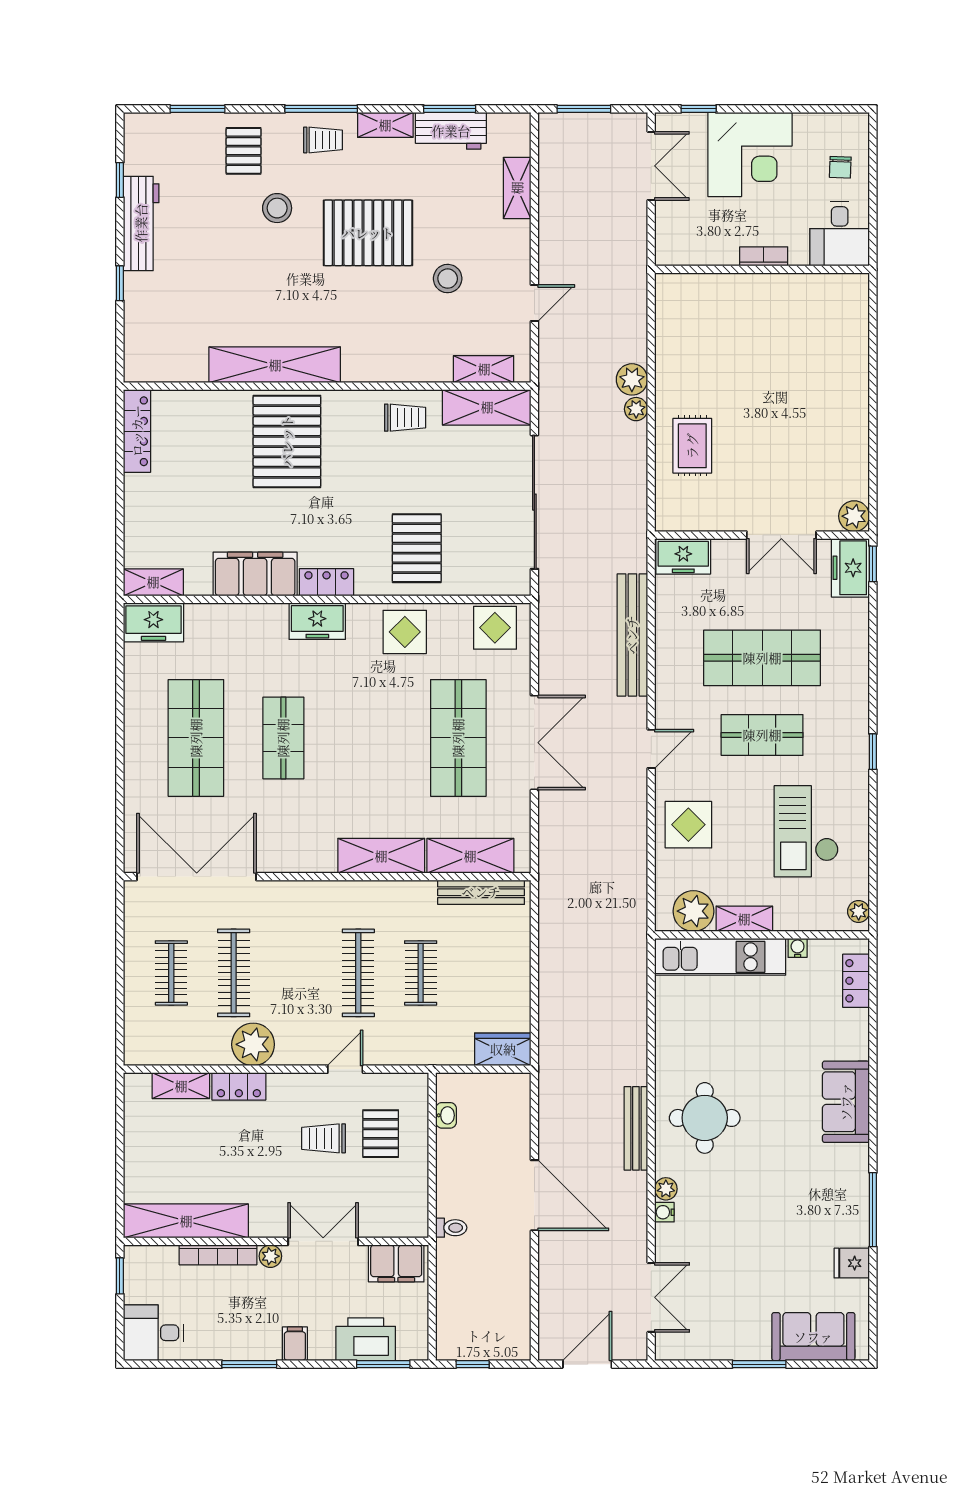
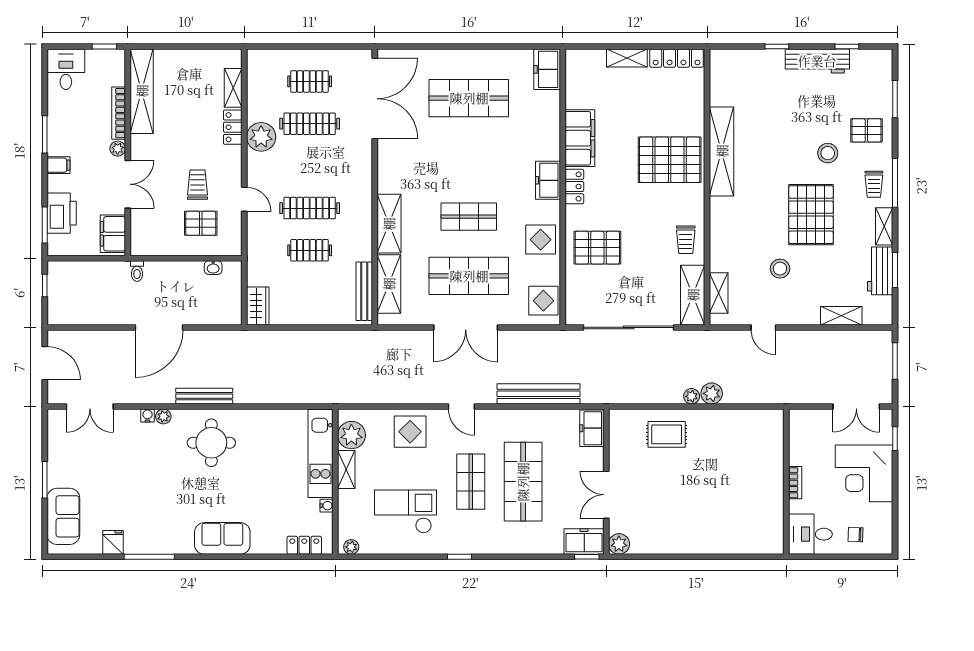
shelving: (153, 582) -> (627, 58), moved, turned 90
shop shelf: (283, 738) -> (469, 217), moved

